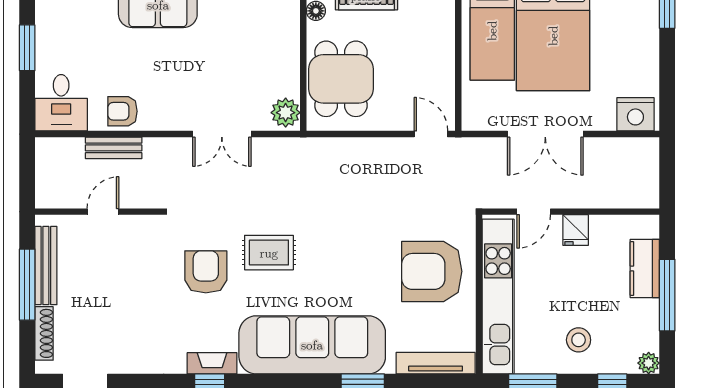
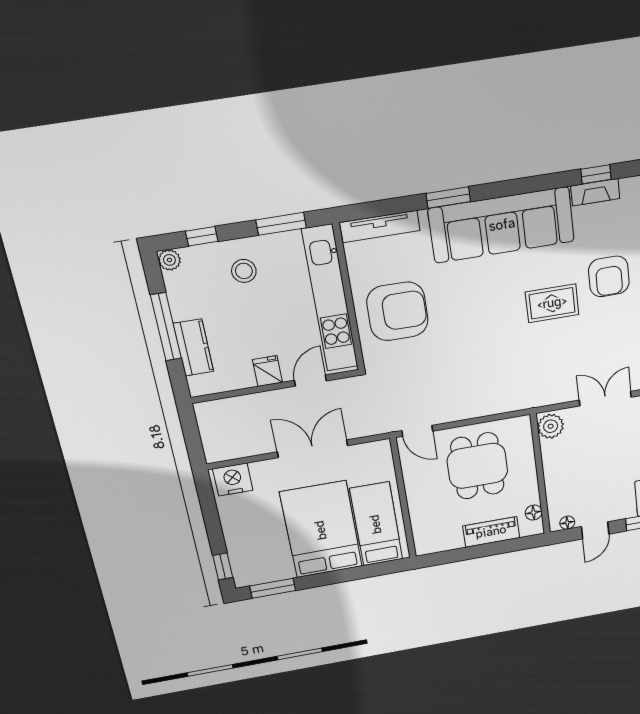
dining table: (341, 79) -> (477, 466), moved

